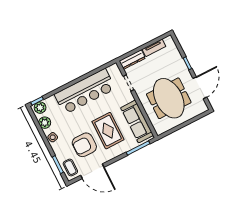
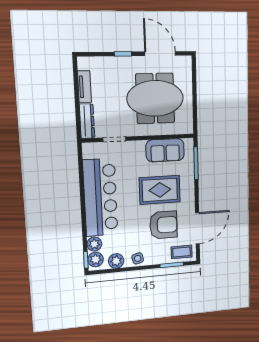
plant: (51, 102) -> (94, 244), added
sofa: (137, 122) -> (165, 150), width x0.73
armchair: (84, 145) -> (163, 225), turned -90

